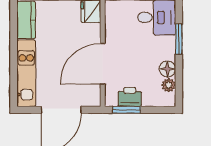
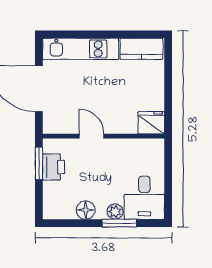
door: (103, 64) -> (92, 136), width x0.53
plant: (169, 85) -> (115, 212), moved

